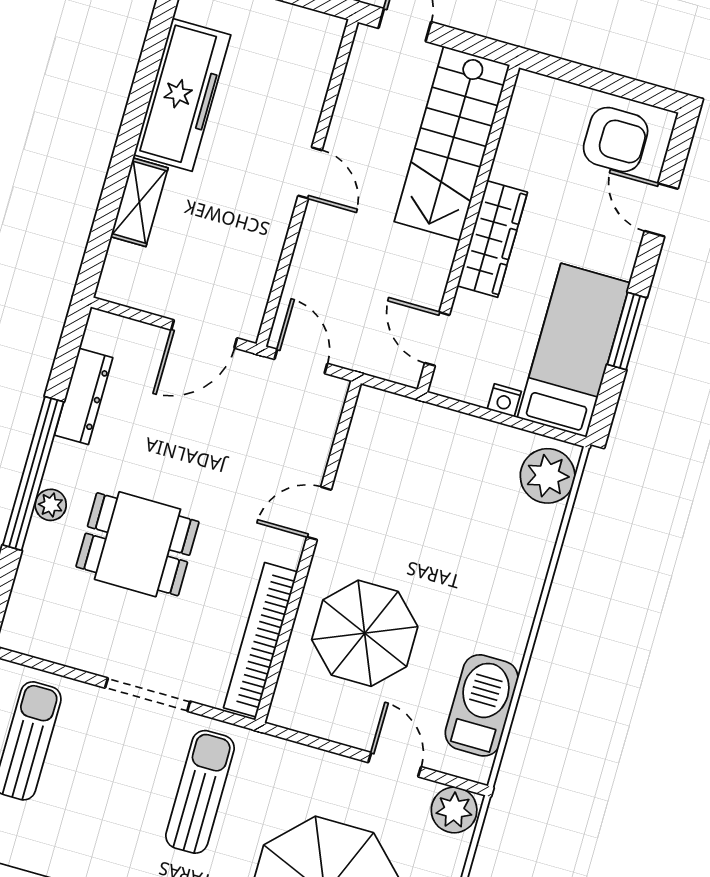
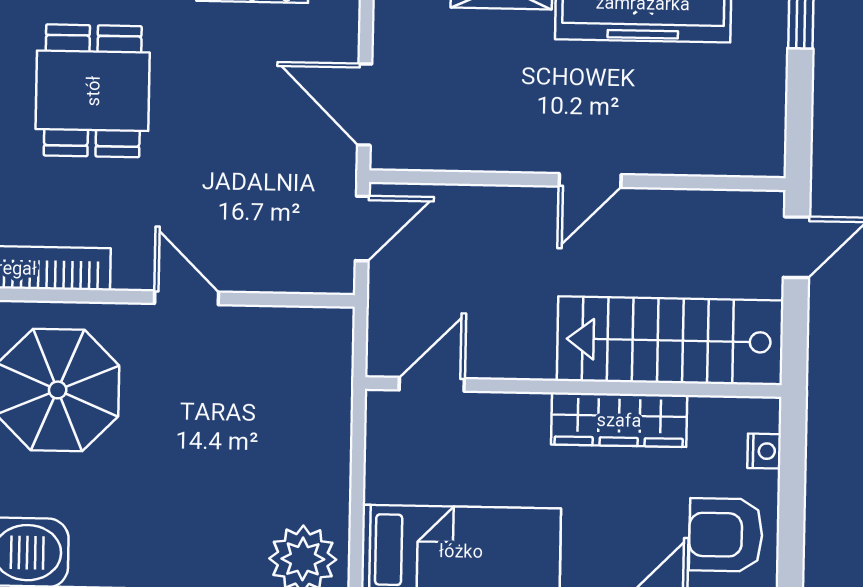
armchair: (616, 140) -> (726, 535), turned 90
wardrobe: (492, 239) -> (619, 420), moved
nightstand: (504, 400) -> (764, 451), moved, turned 180

